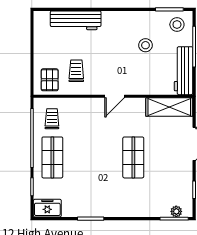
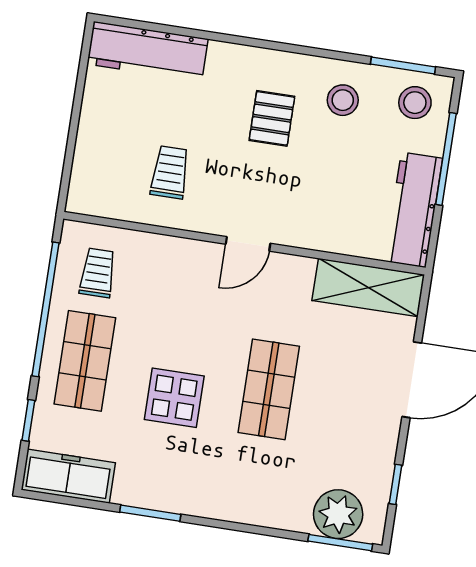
workbench: (76, 20) -> (148, 51), moved
stool: (145, 45) -> (343, 100), moved
pallet: (50, 80) -> (272, 118), moved
display table: (93, 167) -> (174, 398), added
freezer: (47, 208) -> (68, 476), width x1.40
plant: (176, 211) -> (338, 514), width x1.88, depth x1.88

